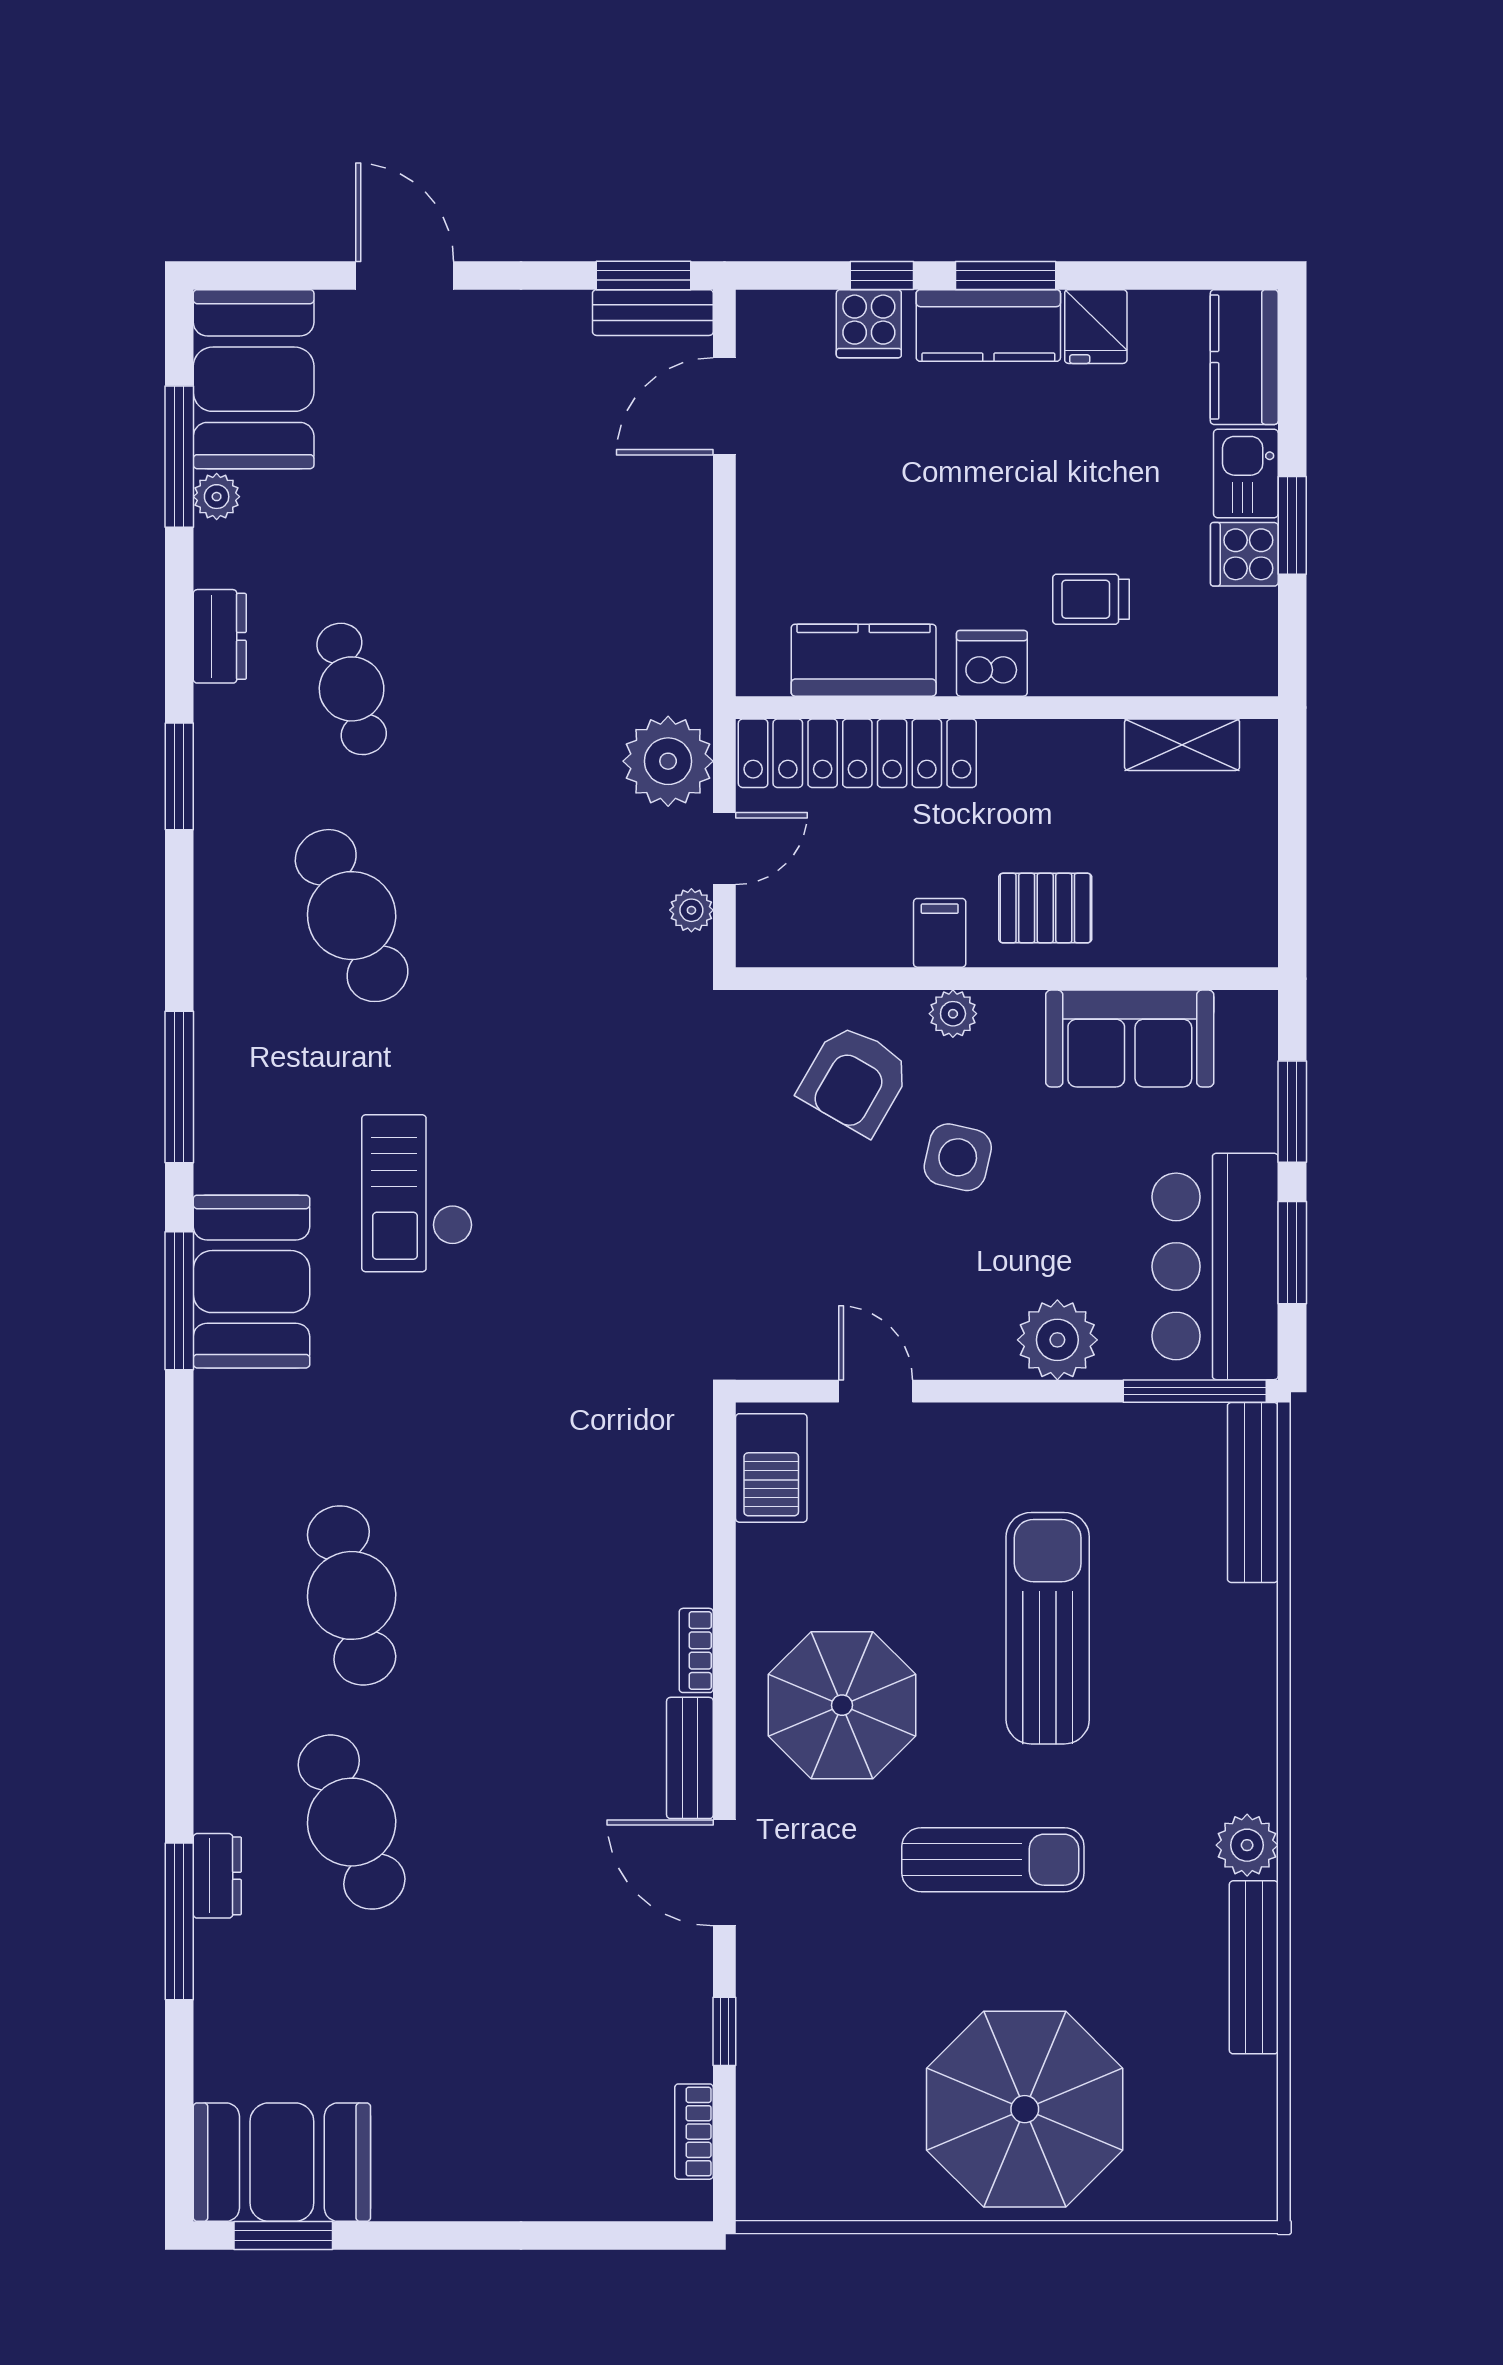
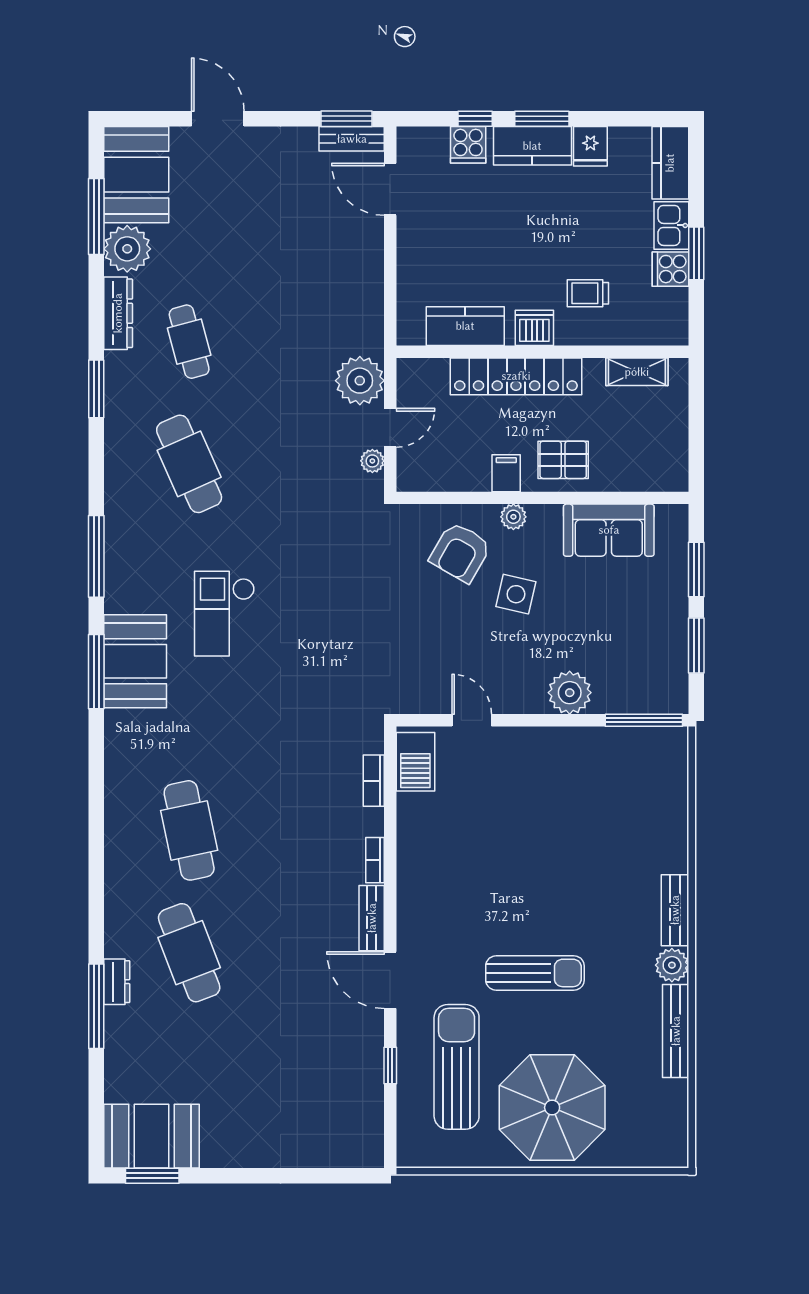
door: (724, 406) -> (390, 189), hinge flipped
plant: (217, 497) -> (127, 249), width x1.87, depth x1.87
dresser: (220, 636) -> (118, 313), width x1.44
locker: (857, 753) -> (516, 376), moved
bar counter: (1215, 1266) -> (655, 653), removed
bench: (1253, 1492) -> (675, 910), moved, width x0.73
sun lounger: (1048, 1628) -> (457, 1067), moved
parasol: (842, 1705) -> (454, 890), removed
bookcase: (694, 2132) -> (374, 781), moved

